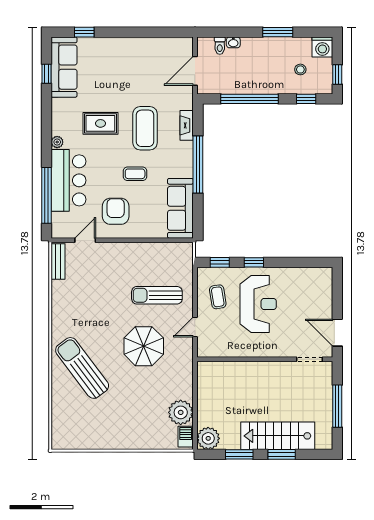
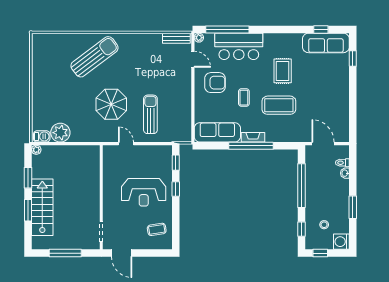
fireplace: (187, 125) -> (253, 137), moved
plant: (57, 142) -> (199, 38), moved
coffee table: (218, 297) -> (157, 229), moved
door: (337, 333) -> (122, 253), swing flipped
plant: (208, 438) -> (36, 150), width x0.53, depth x0.53

